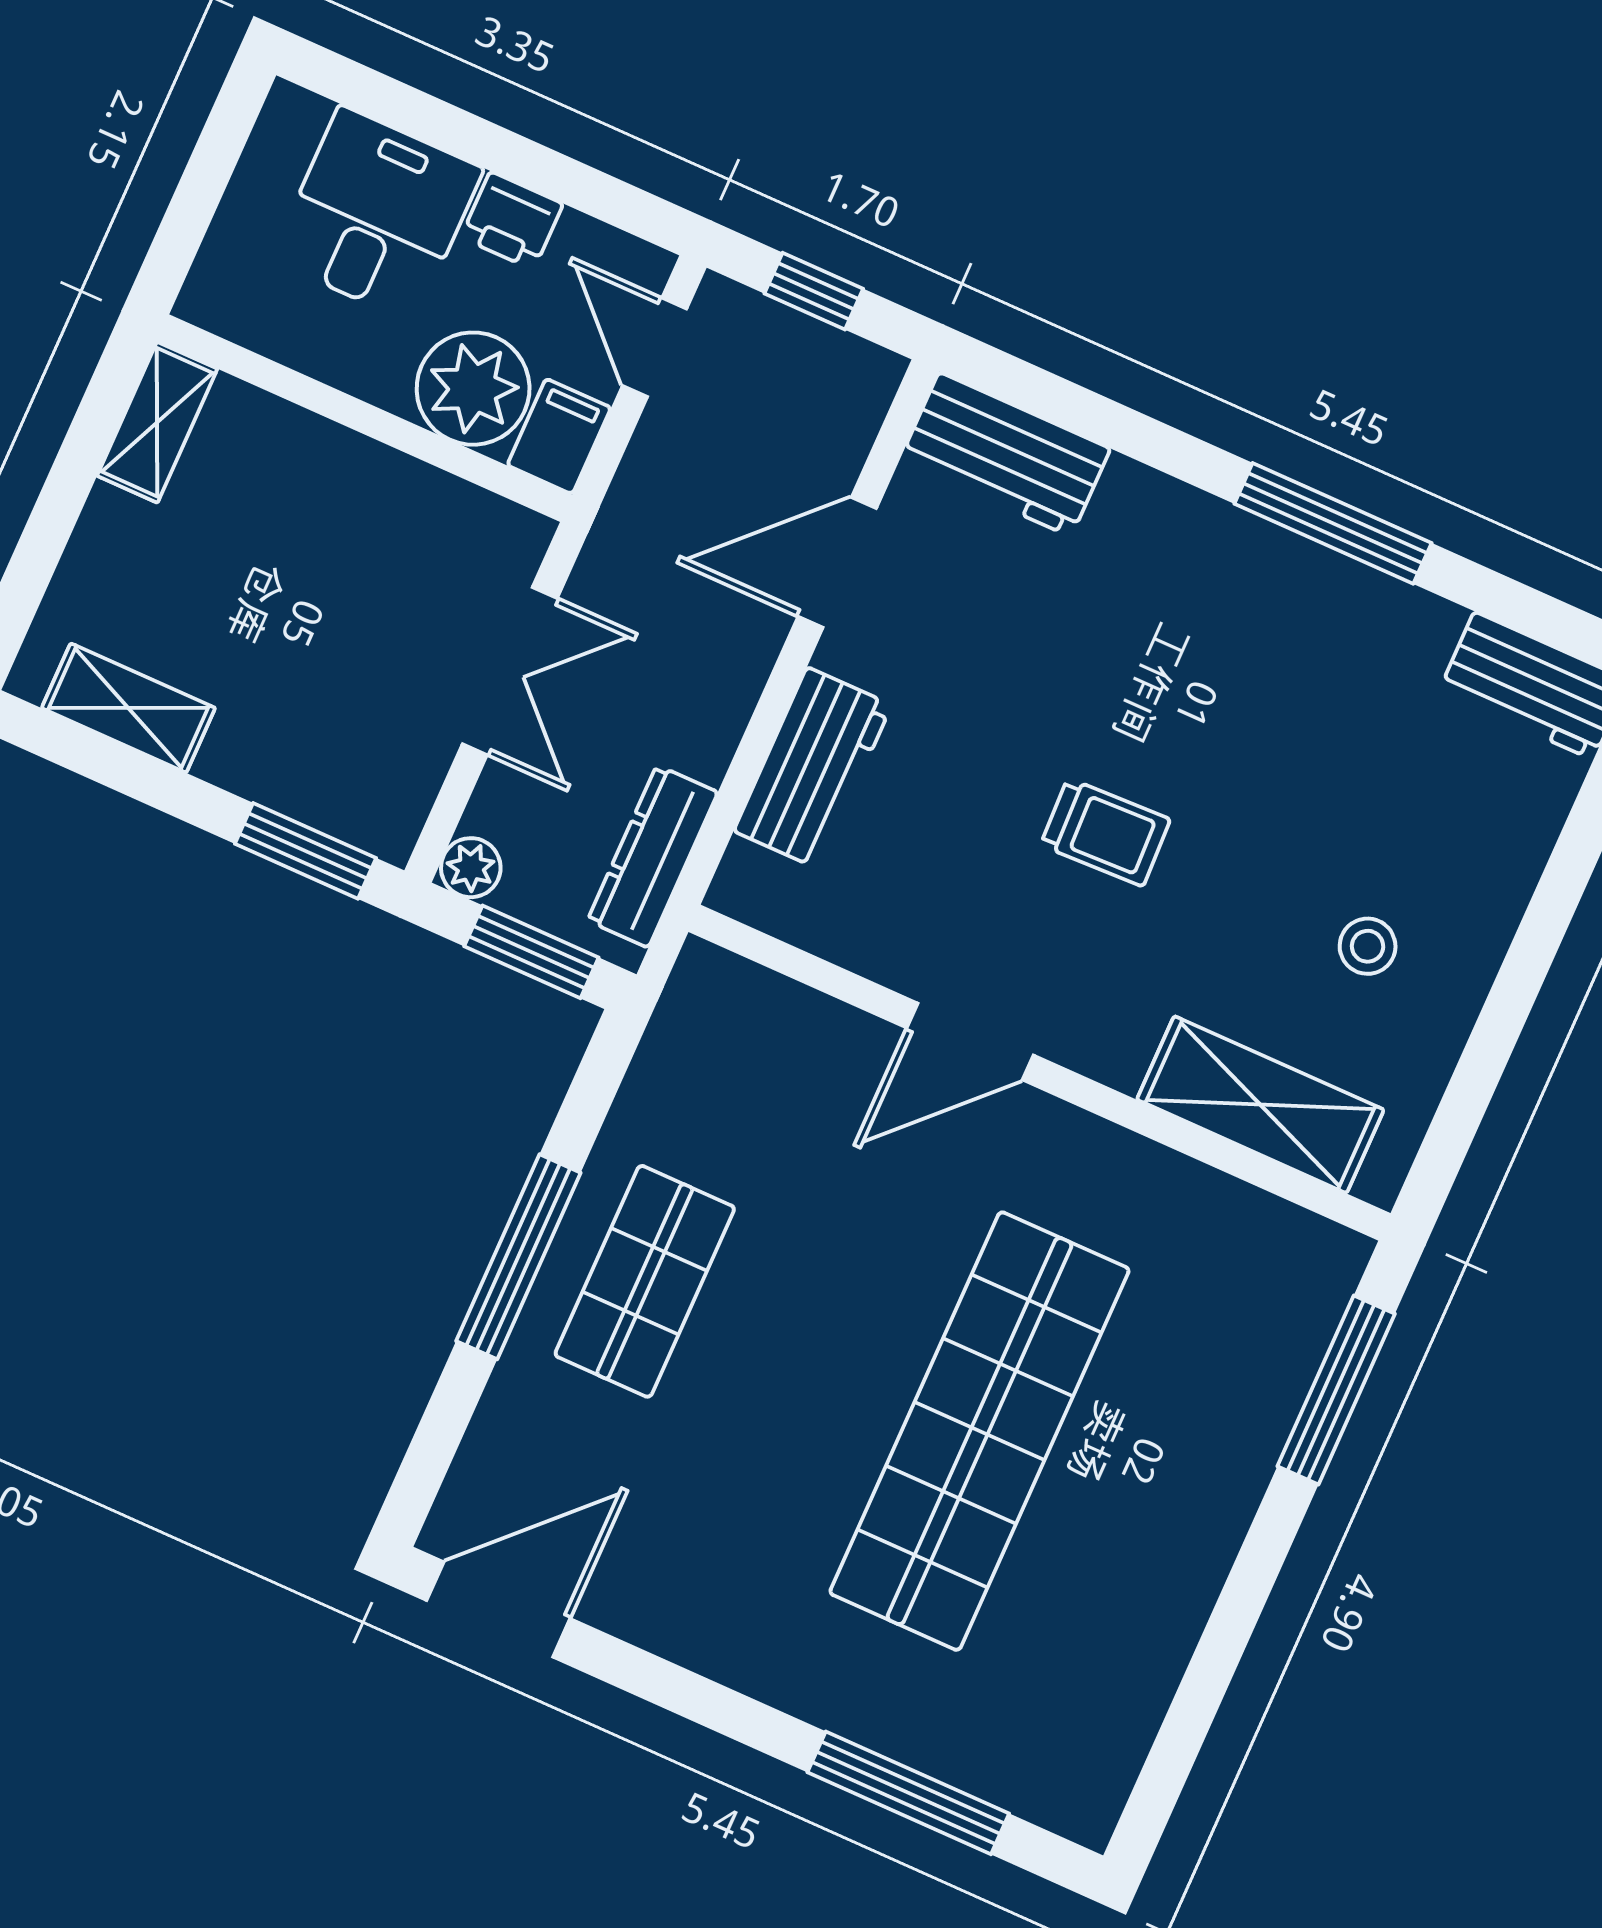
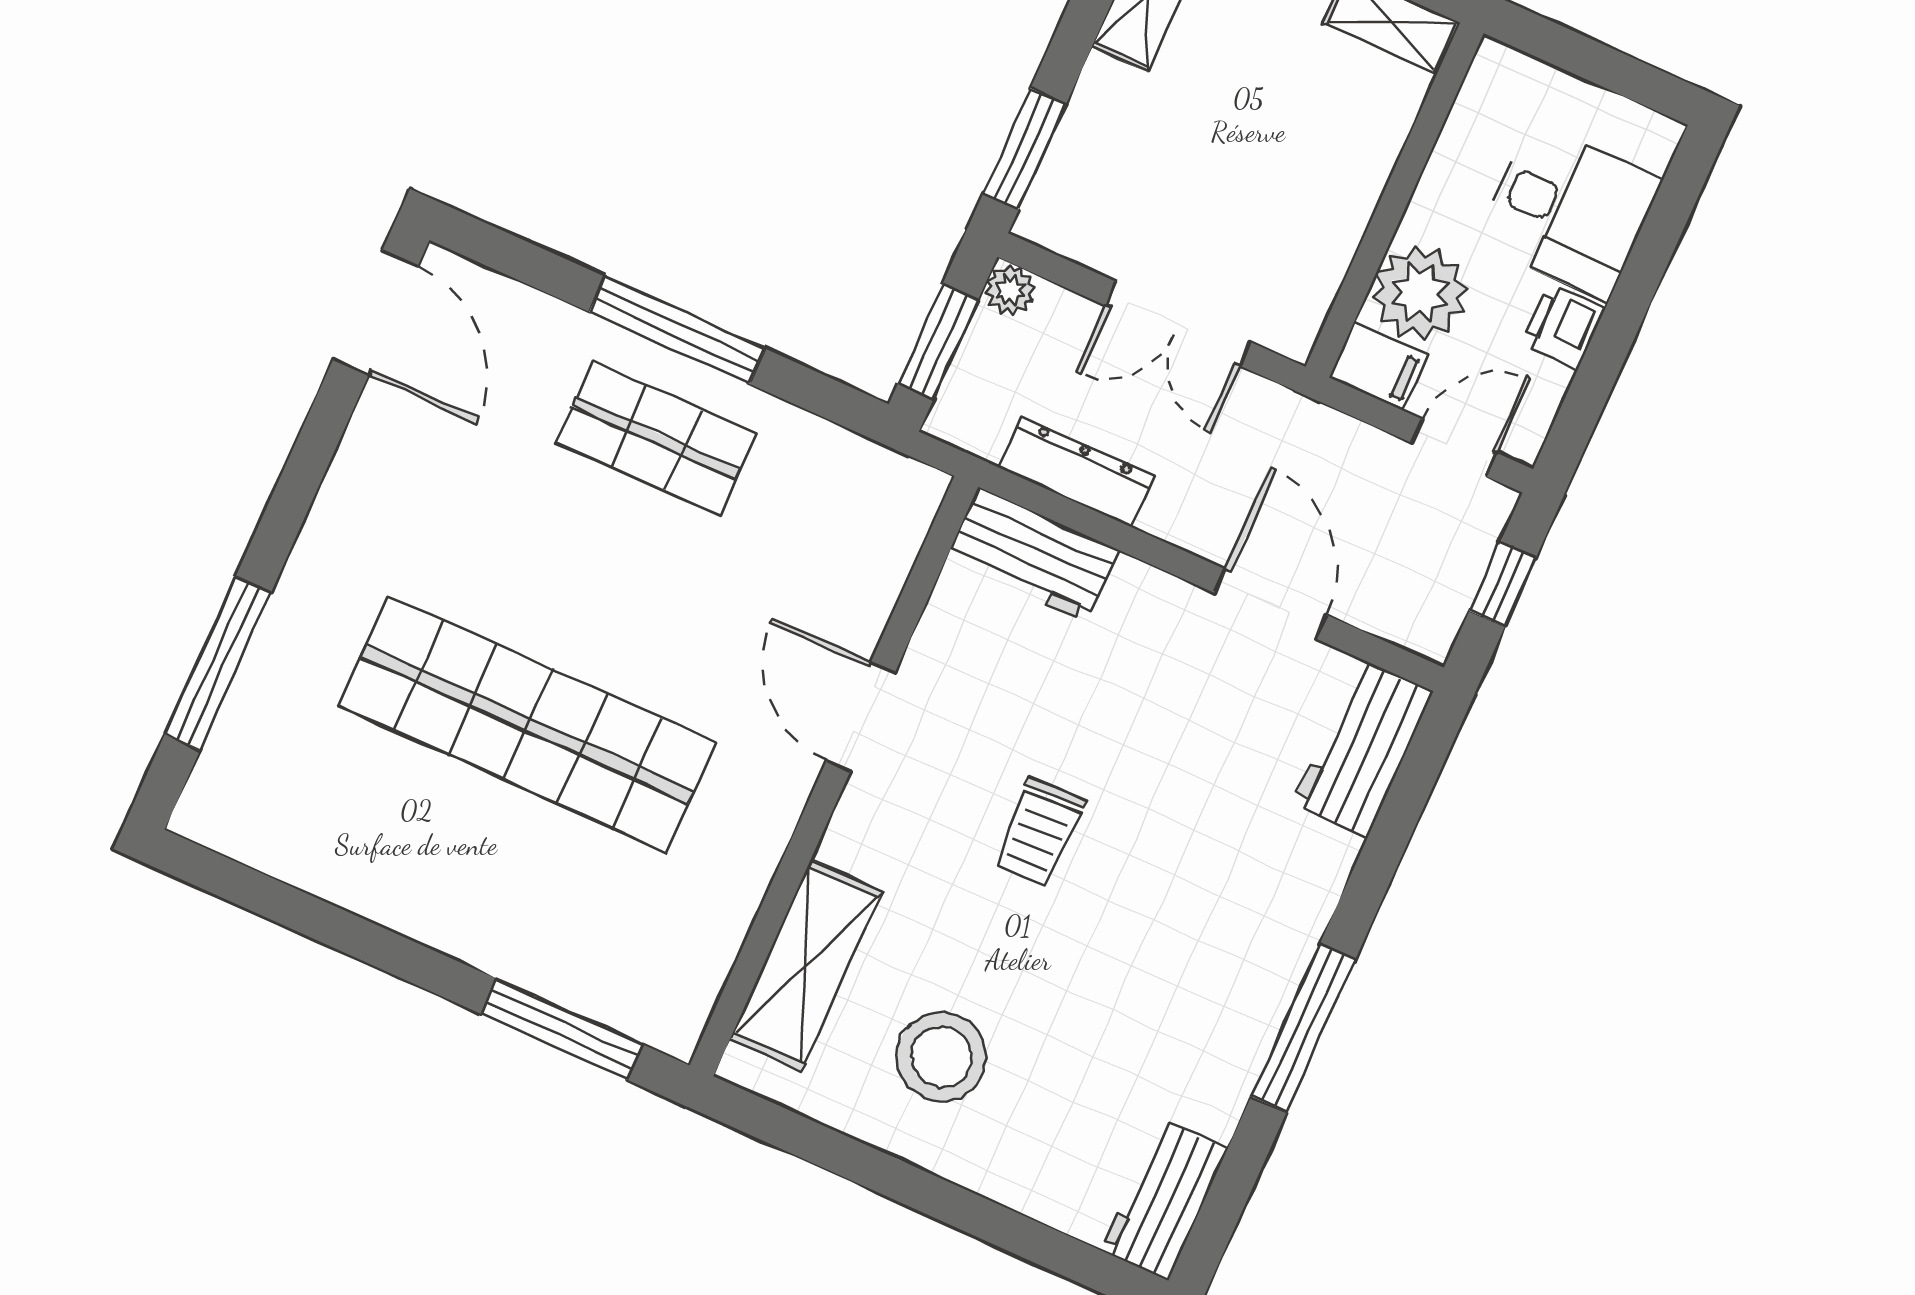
workbench: (813, 768) -> (1032, 555), moved
dresser: (653, 856) -> (1076, 471), moved
stool: (1368, 946) -> (941, 1057), width x1.89, depth x1.89

